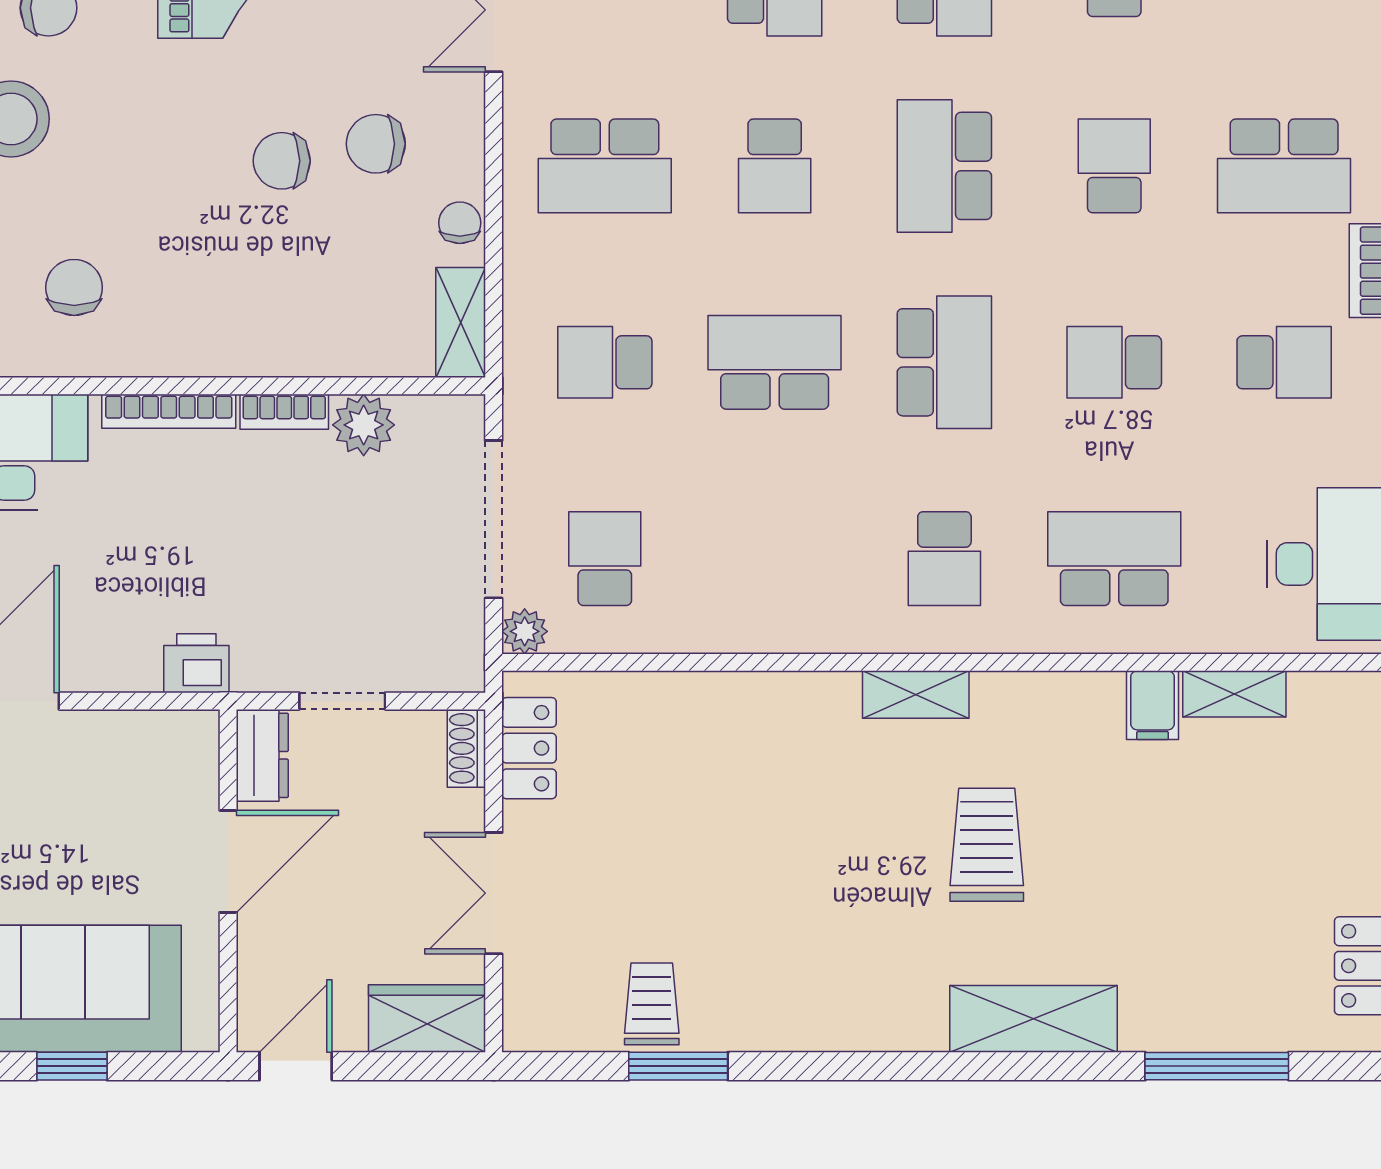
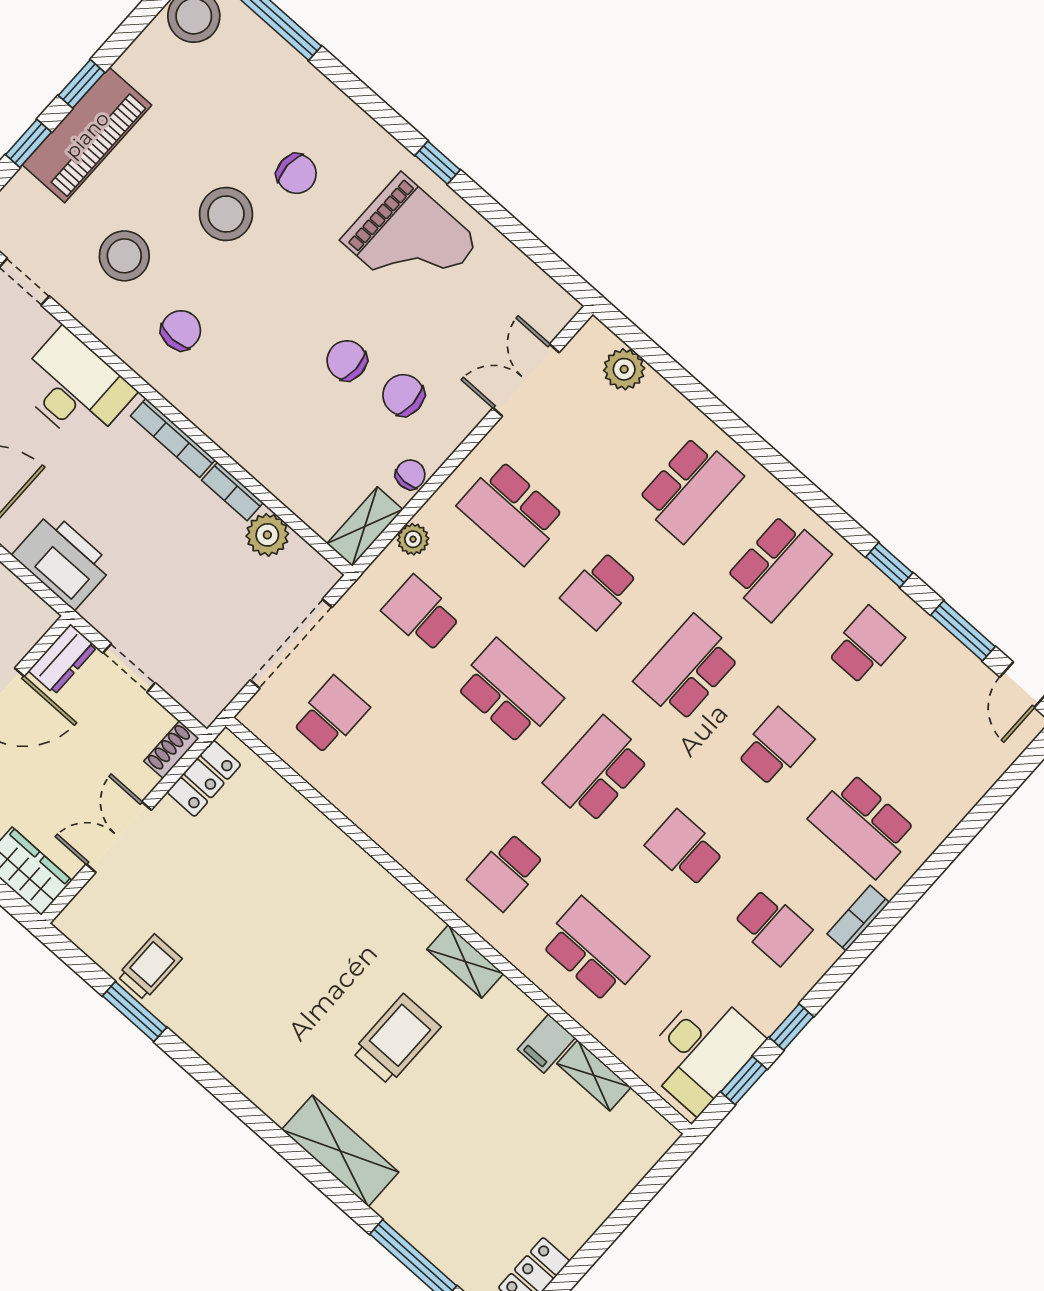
school desk: (944, 362) -> (597, 770), turned 180
plant: (525, 631) -> (413, 539), moved
printer: (196, 663) -> (63, 561), width x1.87, depth x1.48
shelving: (916, 695) -> (465, 961), moved

